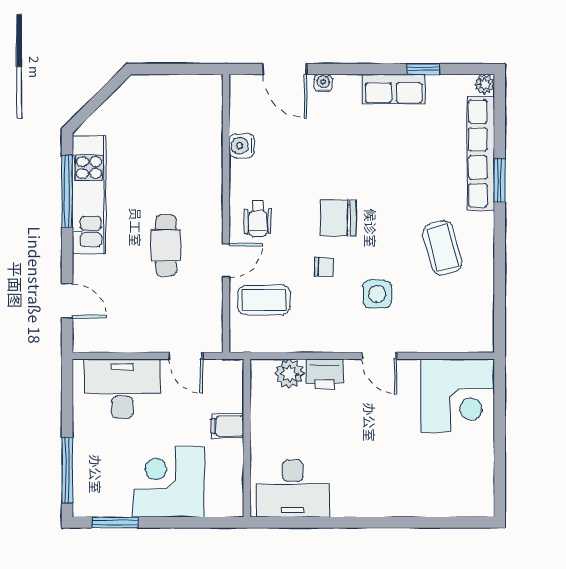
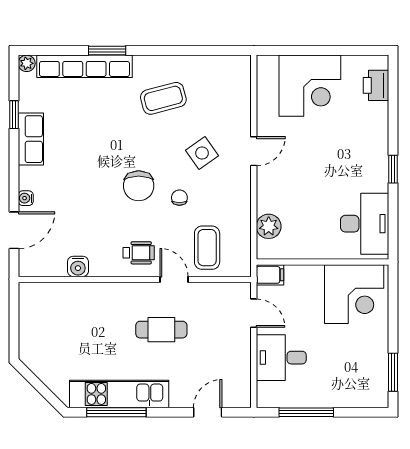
side table: (377, 294) -> (202, 153), turned -35
door: (186, 356) -> (254, 313), hinge flipped
printer: (325, 374) -> (376, 85), moved, turned 180
desk: (122, 389) -> (281, 358), width x0.73
corner desk: (458, 396) -> (310, 86), moved, turned 90
filing cabinet: (227, 426) -> (270, 275), moved, turned -90
window: (67, 470) -> (306, 412), moved
corner desk: (169, 482) -> (354, 294), moved, turned -90
window: (358, 522) -> (393, 169), added

